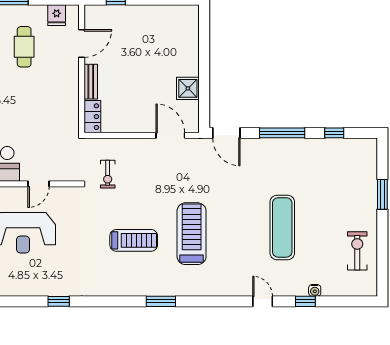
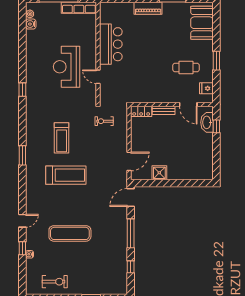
washbasin: (110, 14) -> (207, 122), added

